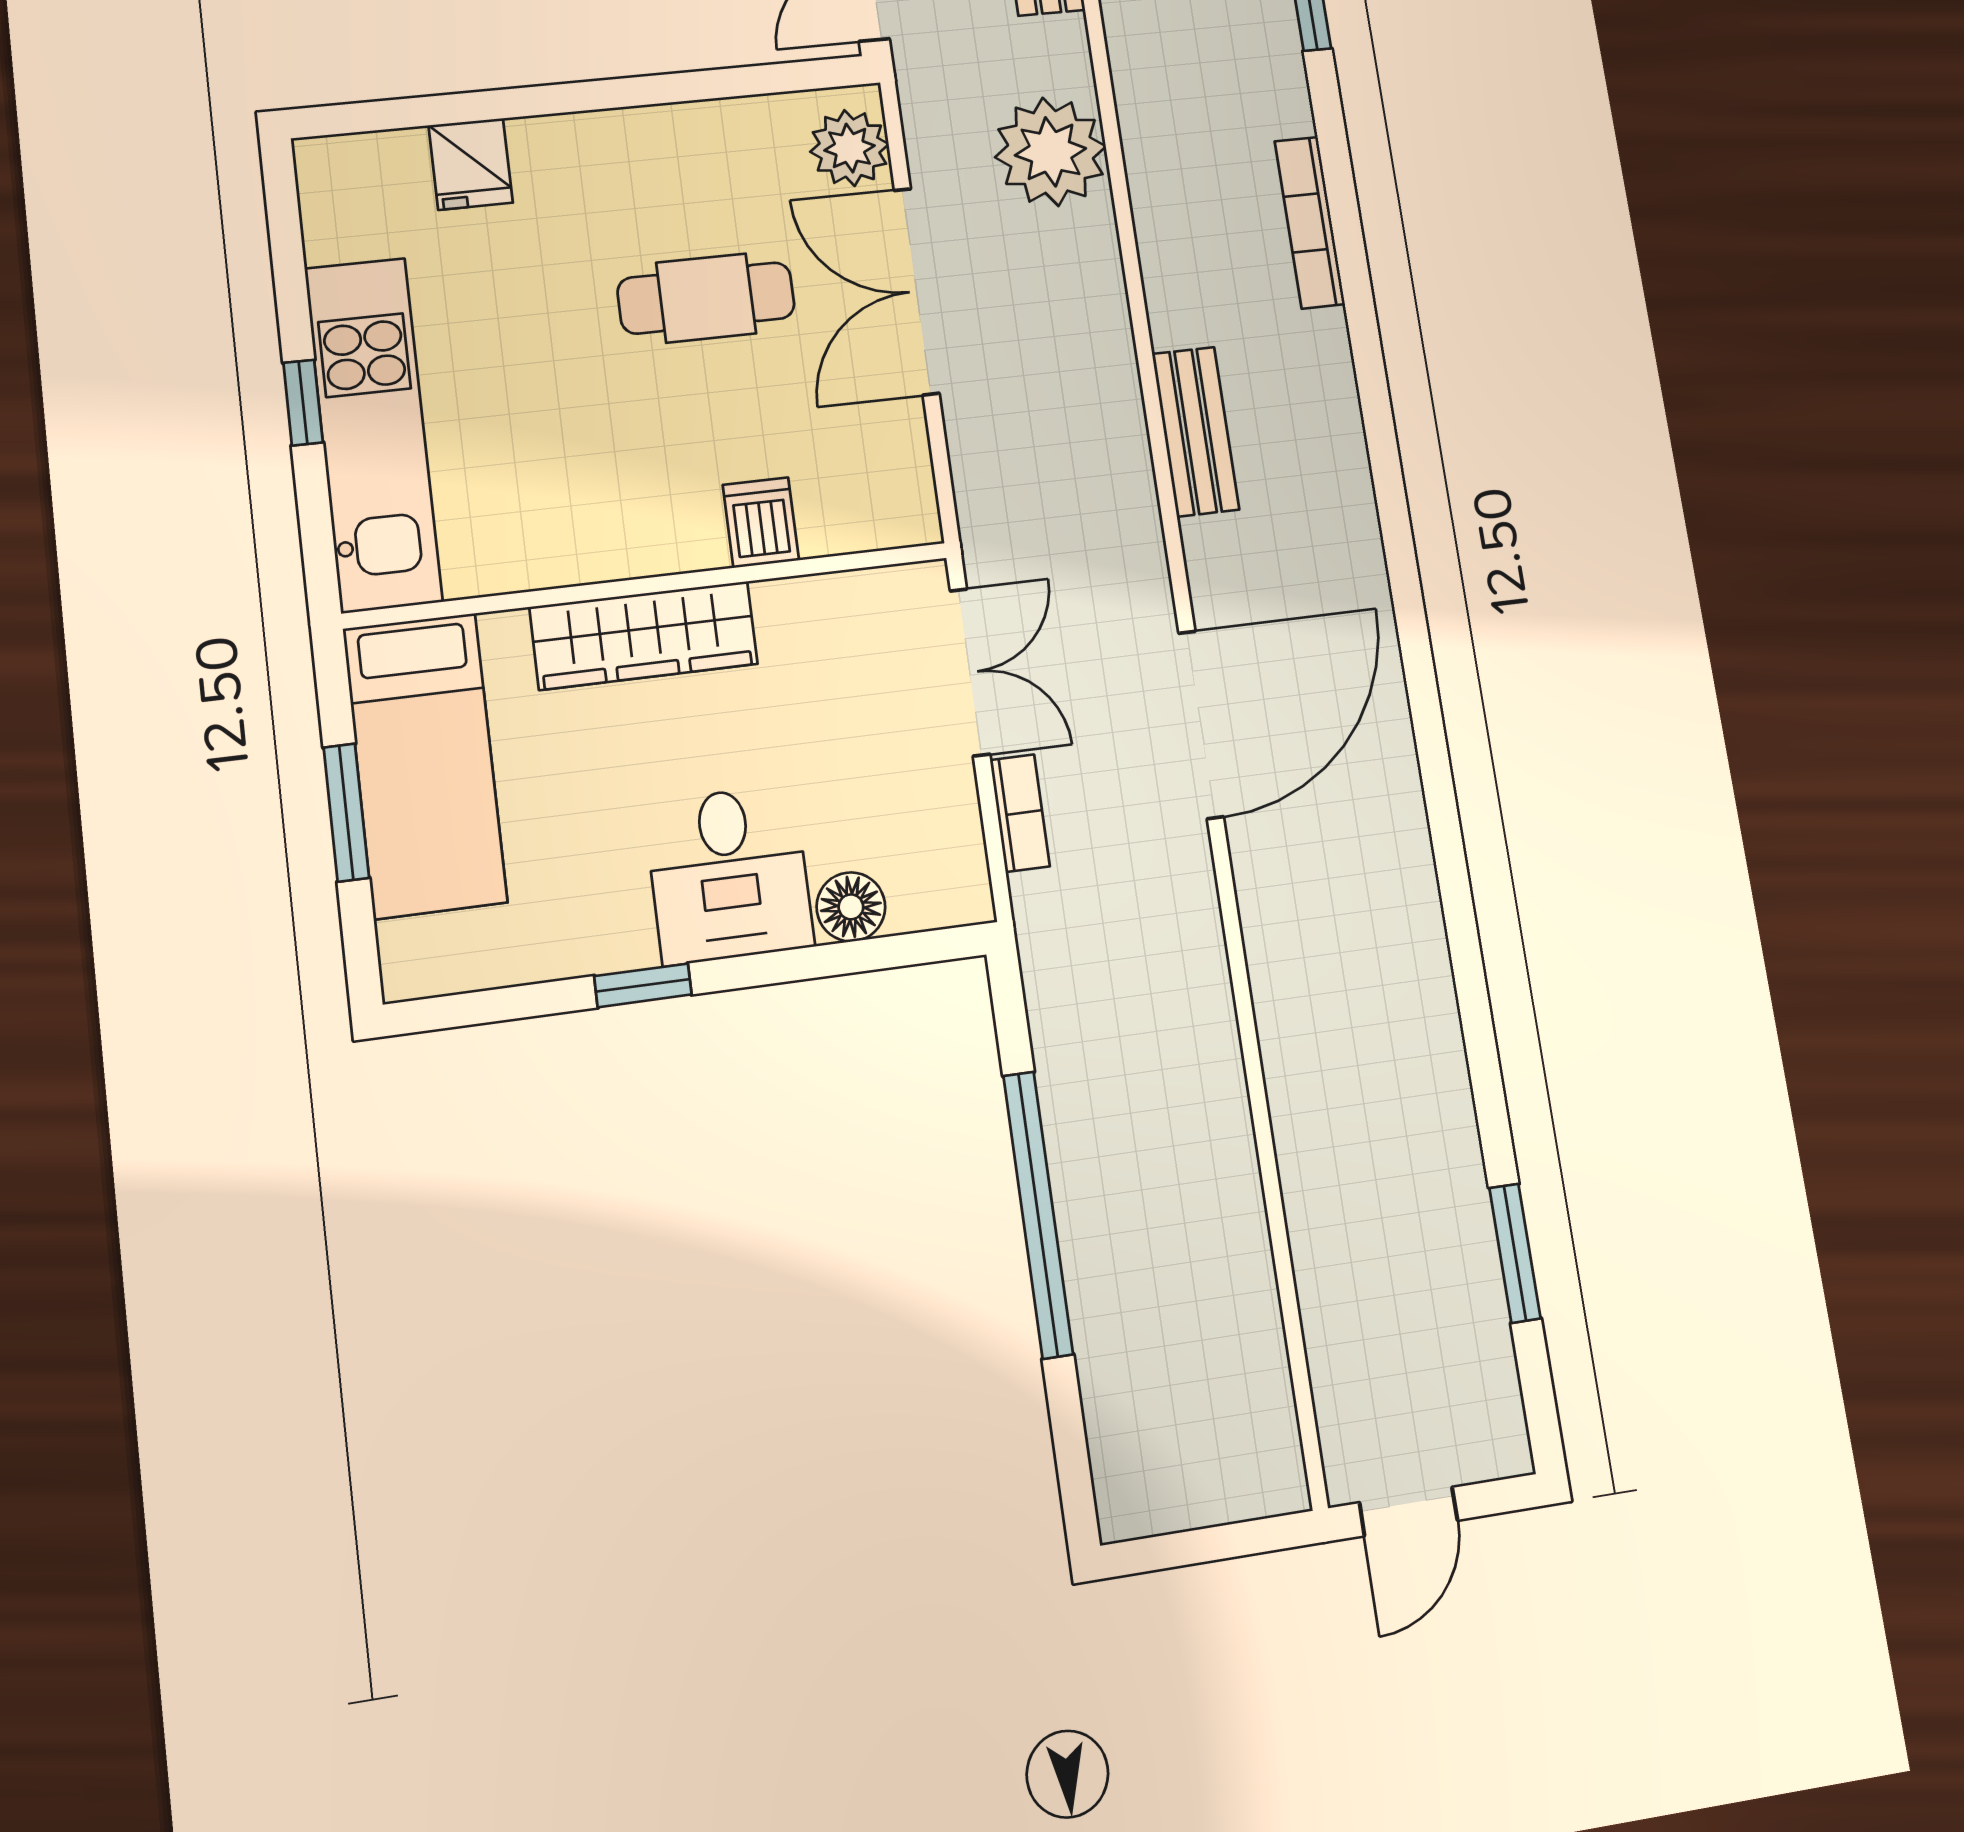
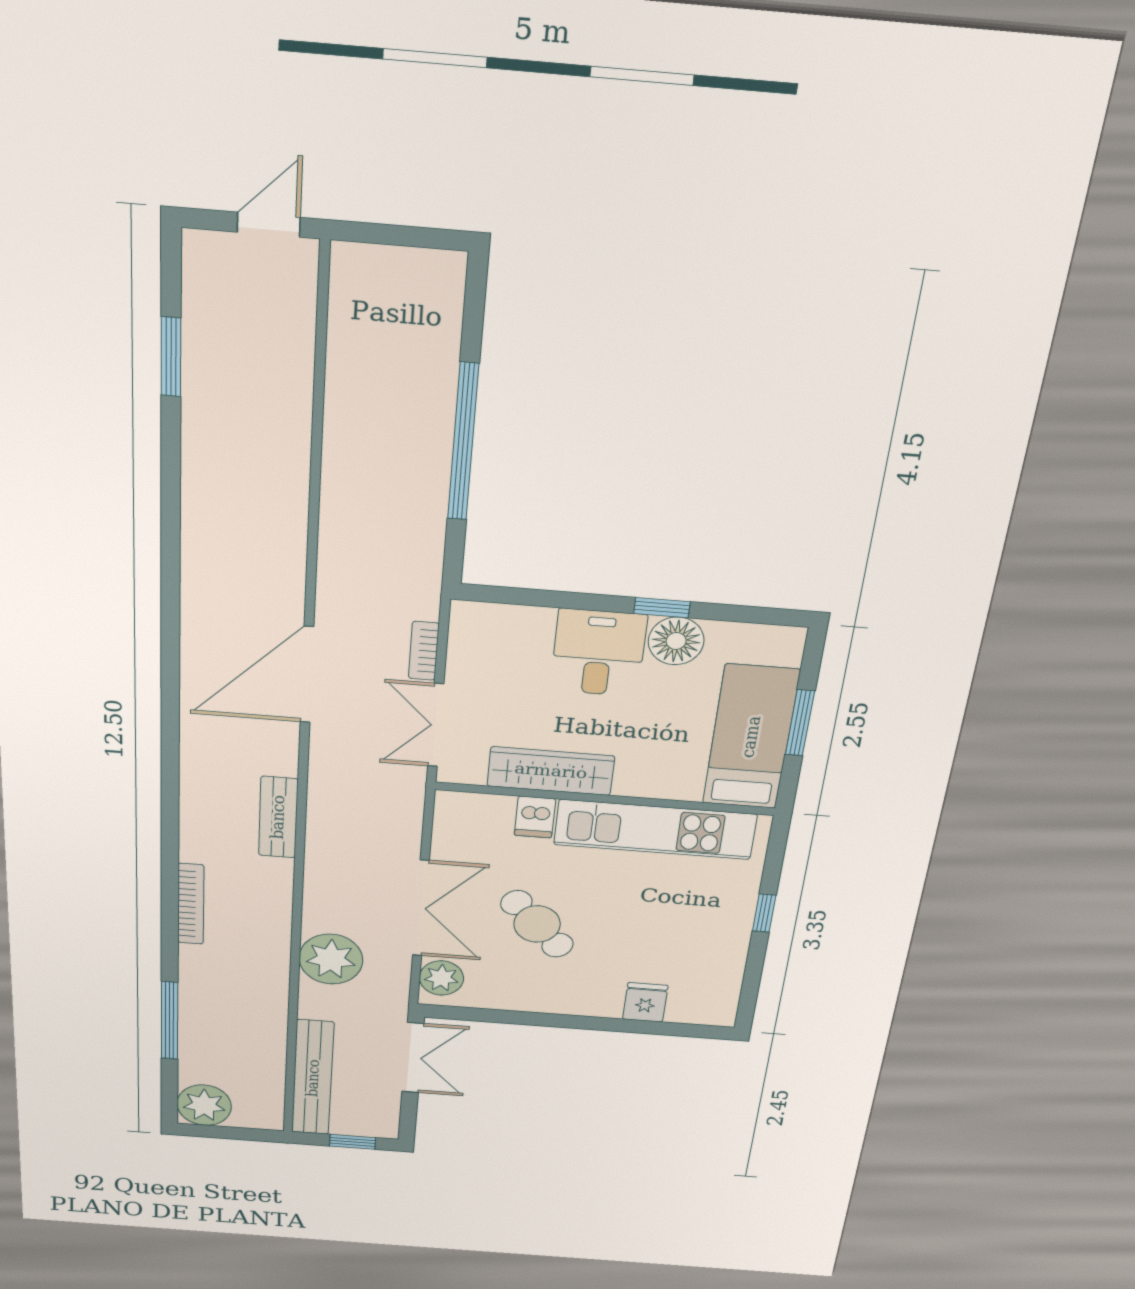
cafe table: (706, 298) -> (537, 924), turned 47
kitchen unit: (373, 434) -> (655, 829), moved, turned -90
wardrobe: (644, 635) -> (551, 771), moved
floor lamp: (851, 907) -> (676, 641), moved, width x1.38, depth x1.38

